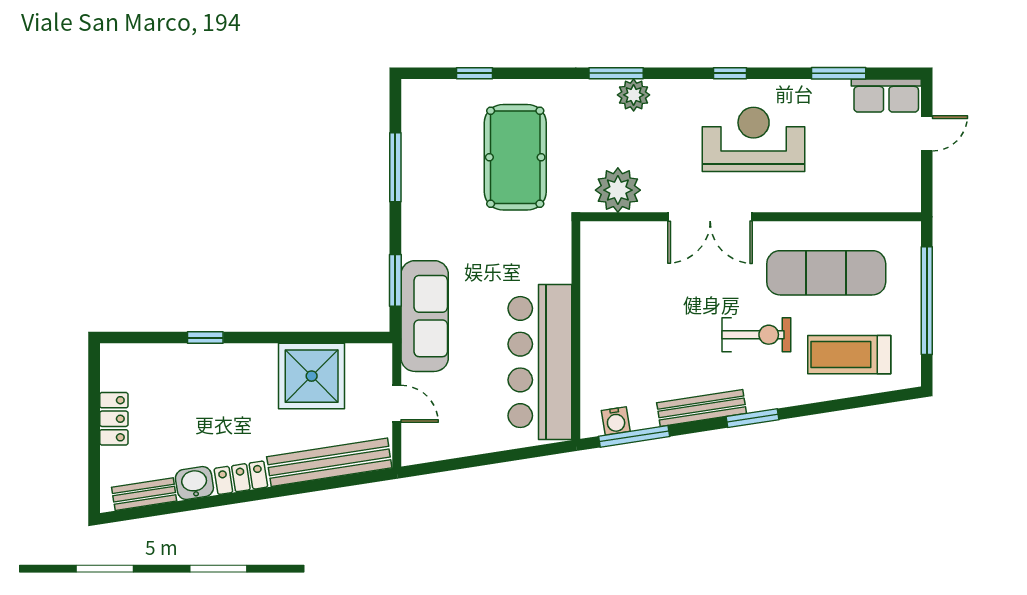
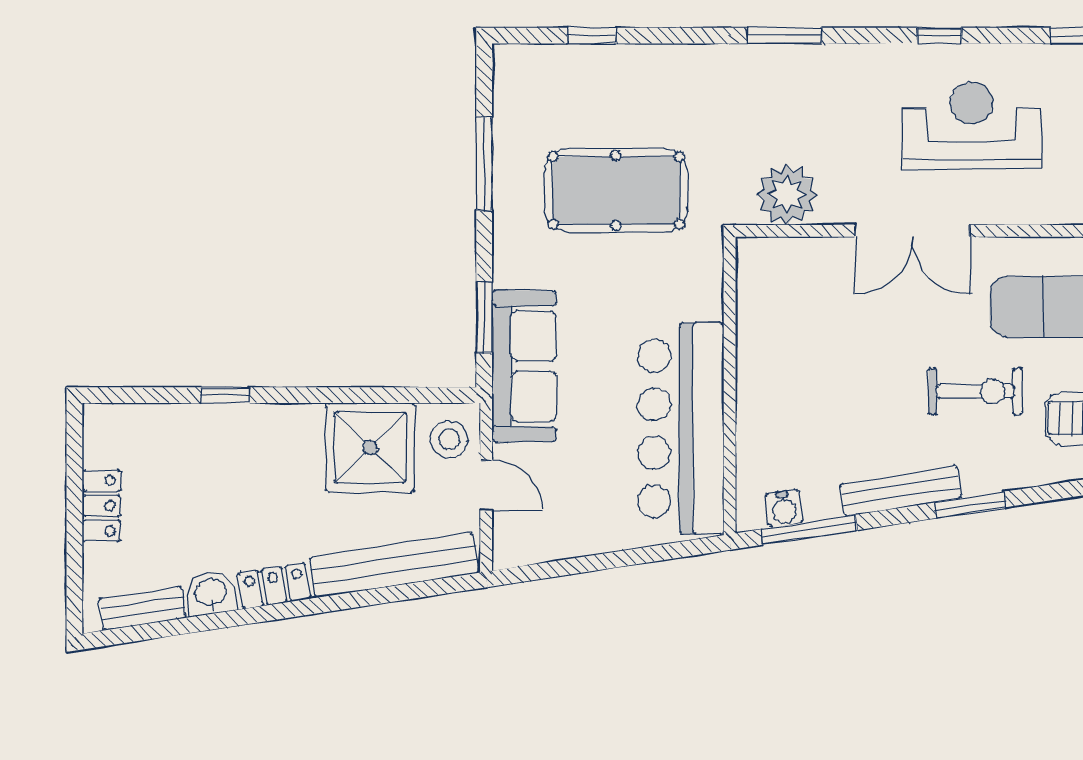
plant: (634, 95) -> (808, 65), removed
pool table: (515, 157) -> (616, 190), moved, turned 90
stool: (369, 370) -> (449, 439), added

